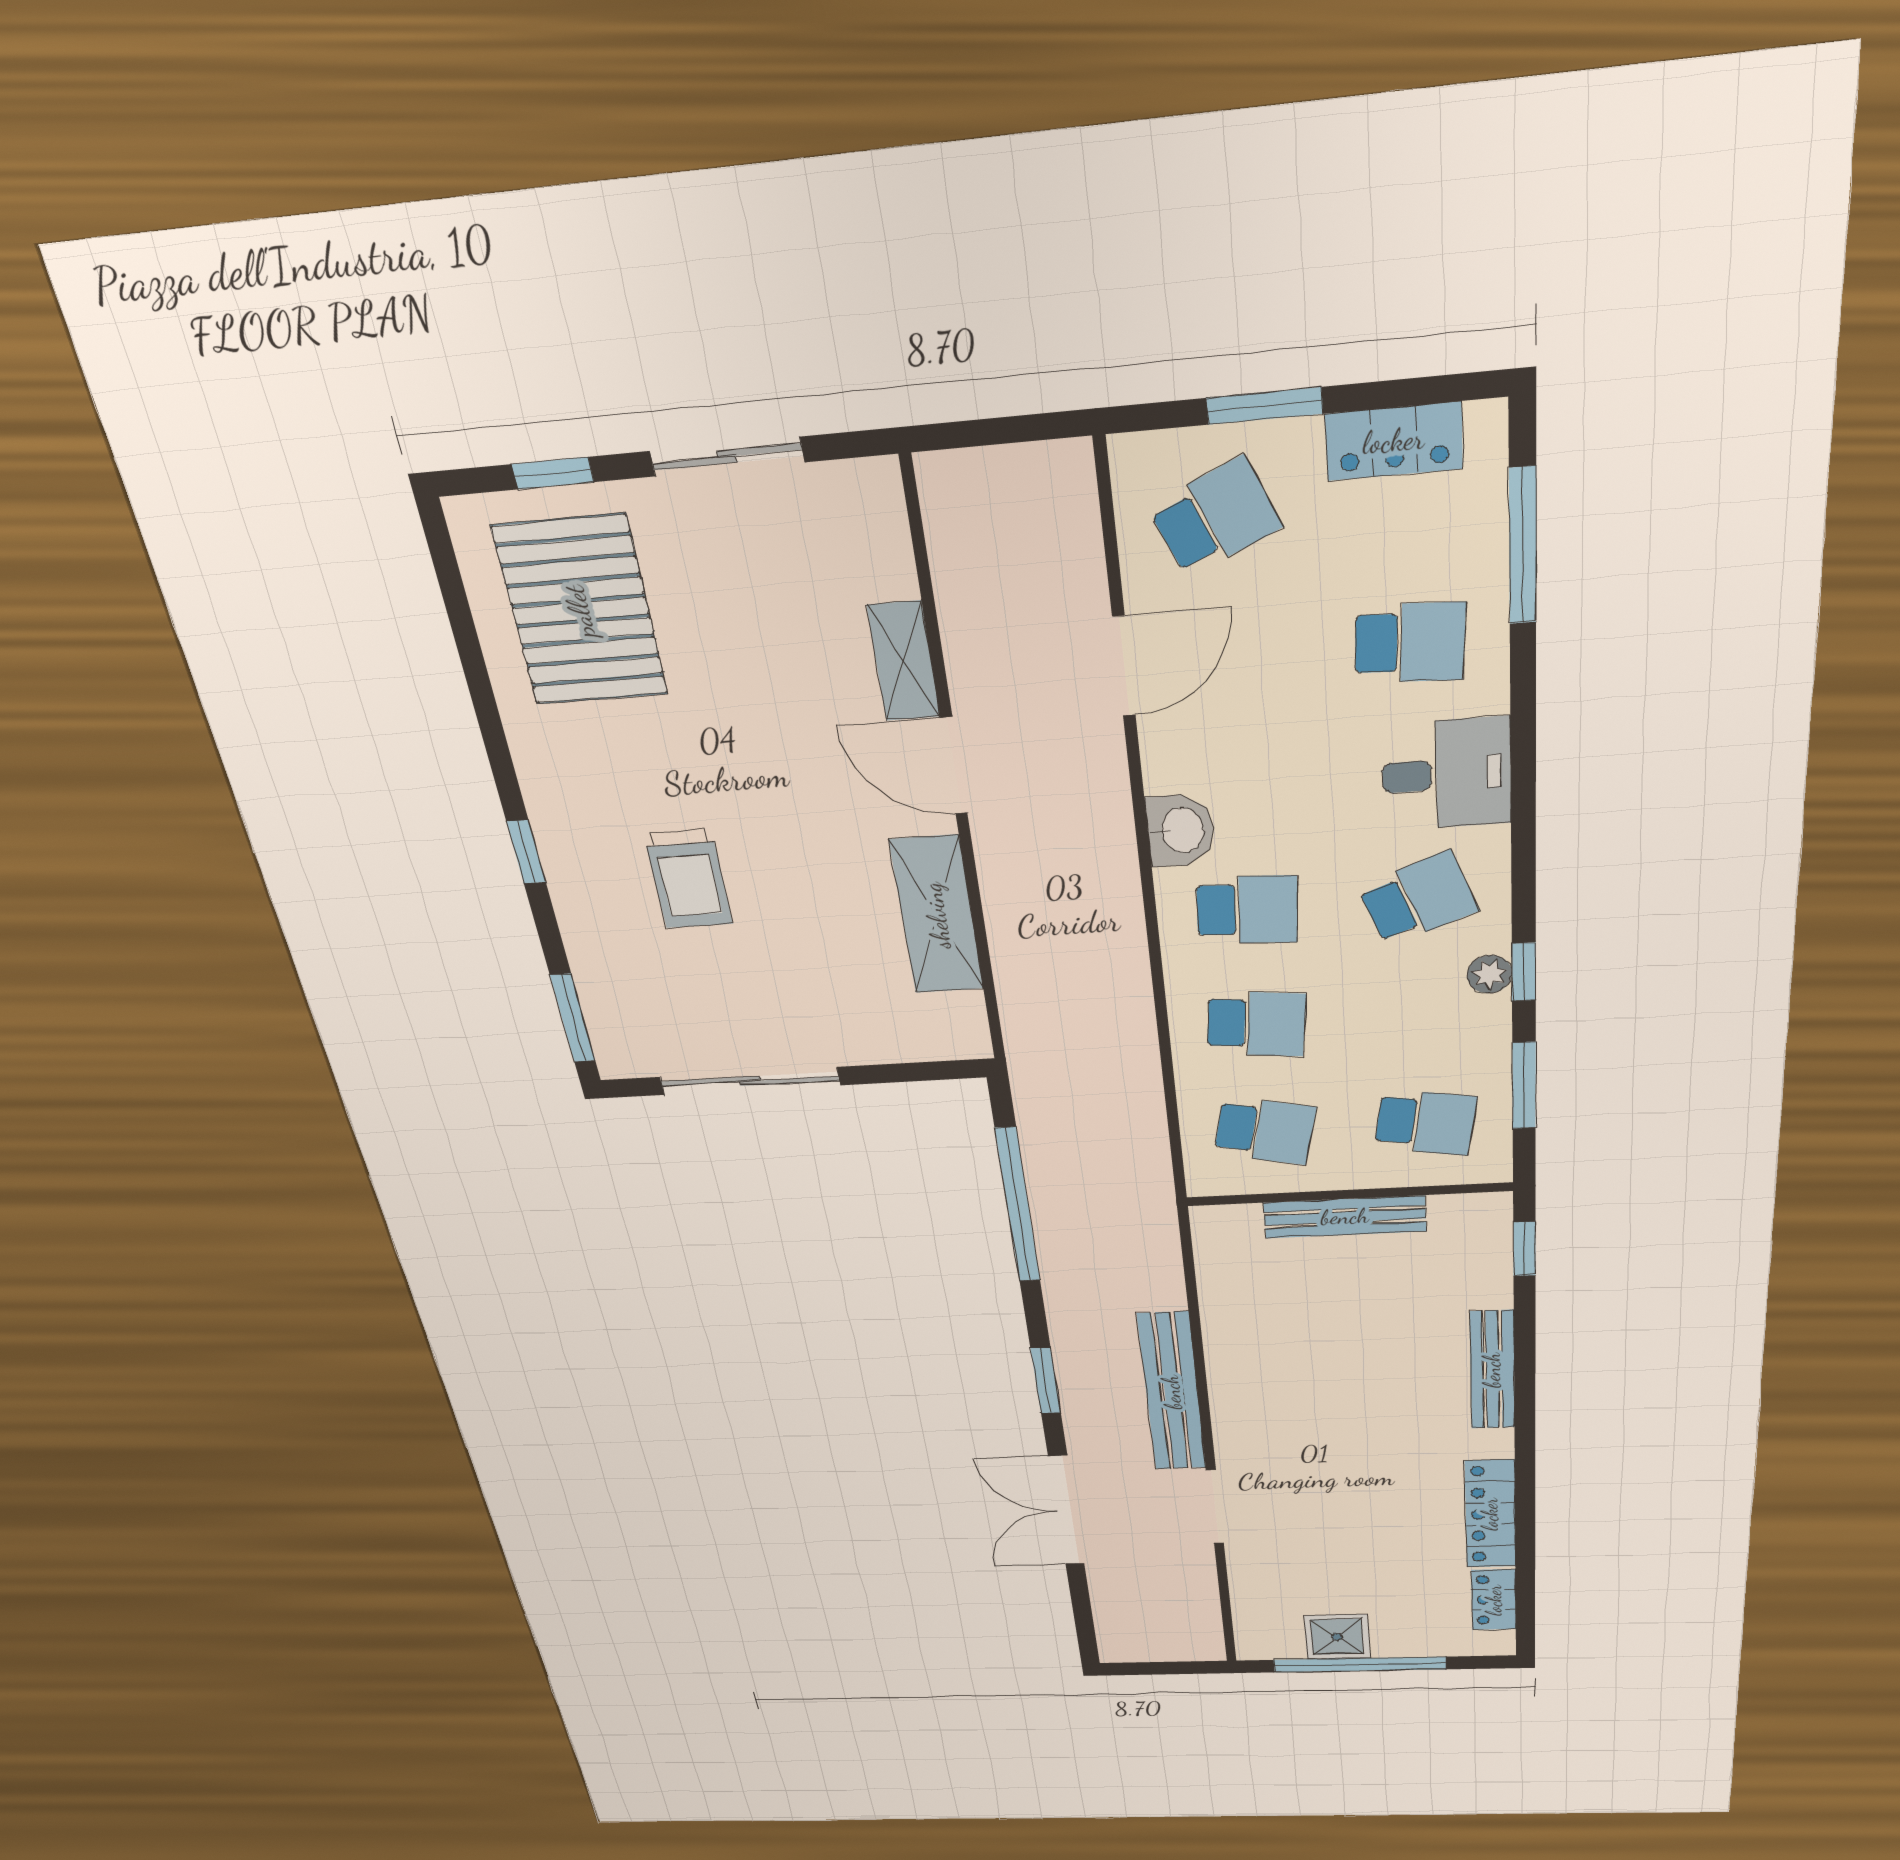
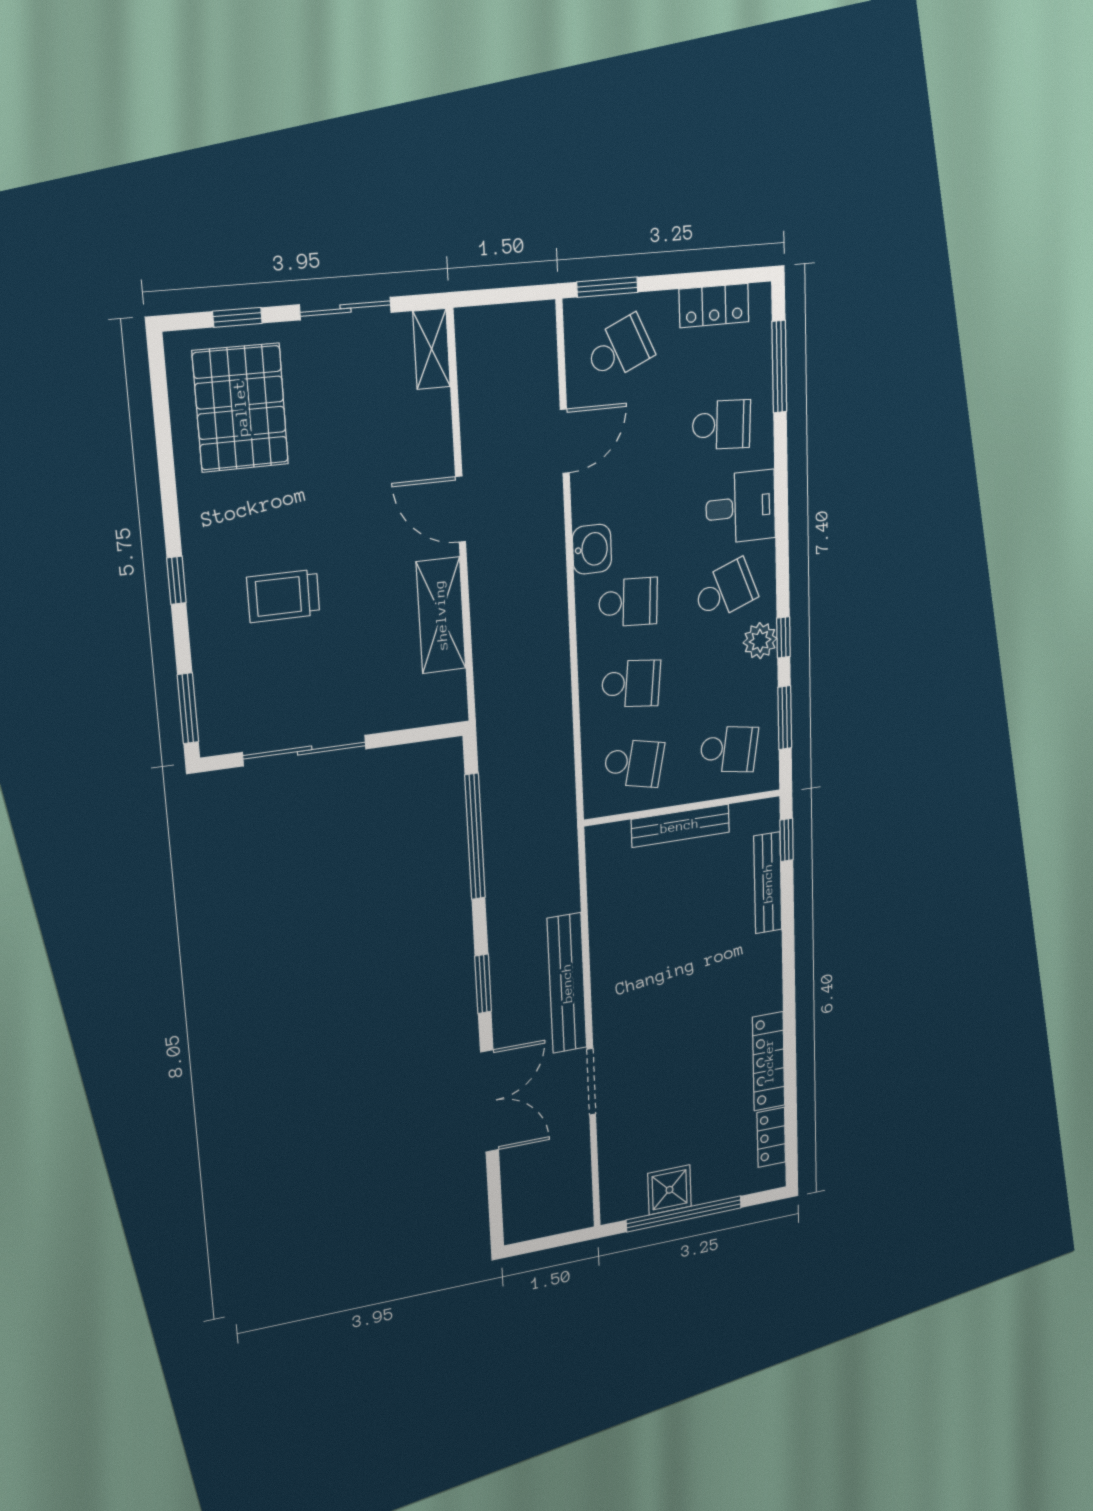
window: (1265, 406) -> (607, 287), moved
shelving: (904, 661) -> (432, 349), moved
trolley: (688, 879) -> (283, 596), turned 90
plant: (1490, 974) -> (760, 641), width x1.38, depth x1.38
bench: (1492, 1370) -> (768, 883), moved
double door: (1066, 1511) -> (489, 1101), swing flipped

